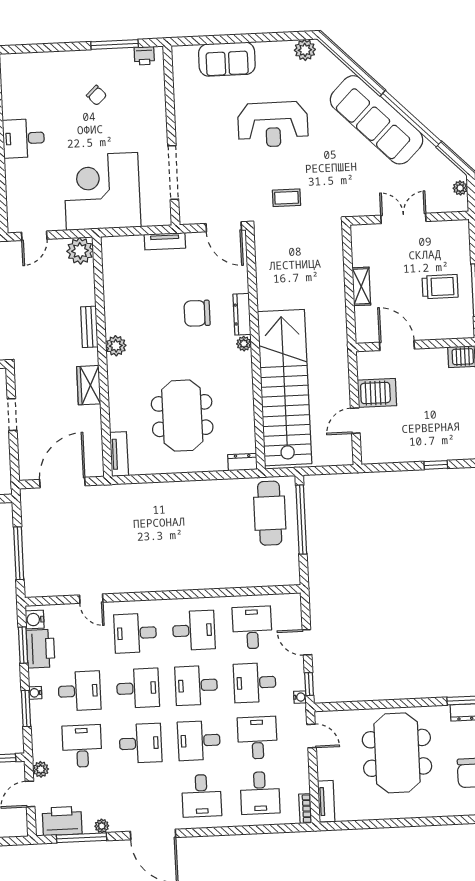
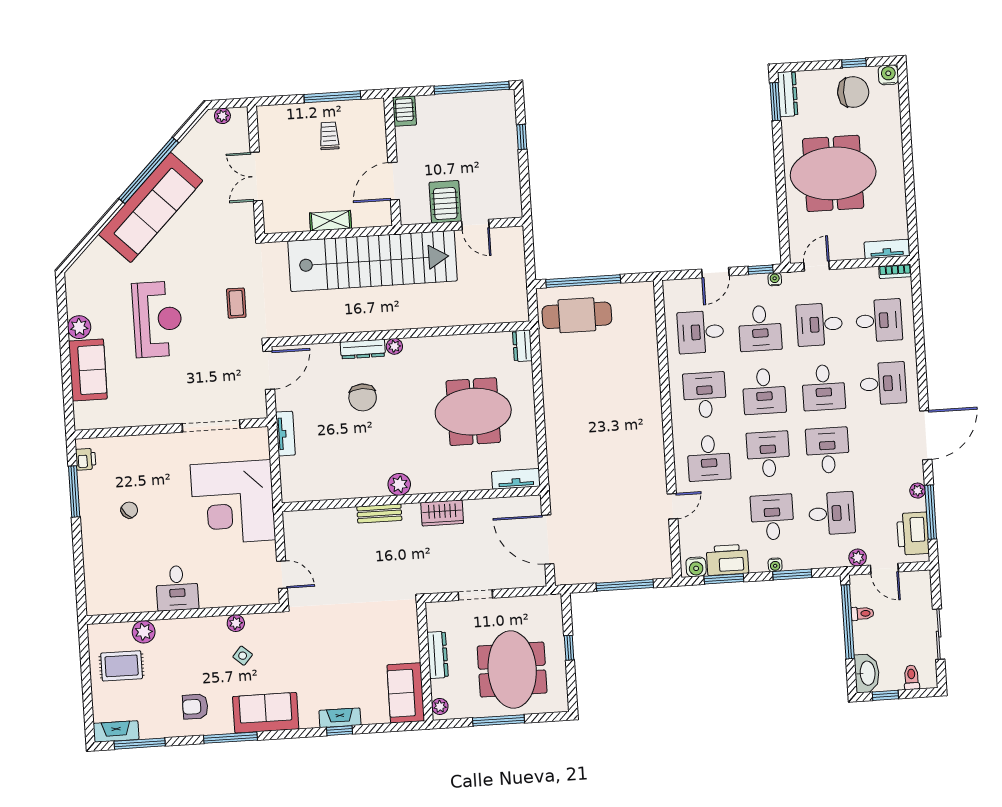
plant: (305, 50) -> (79, 327), moved
plant: (80, 251) -> (297, 525), removed
trolley: (440, 287) -> (329, 136), width x0.73, depth x0.72
stairs: (285, 388) -> (372, 261), moved, turned 180
desk: (82, 746) -> (832, 513), turned 180

